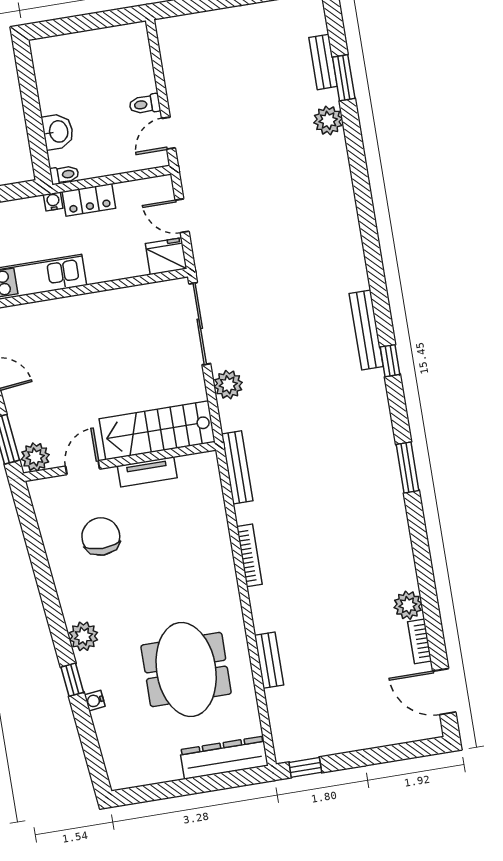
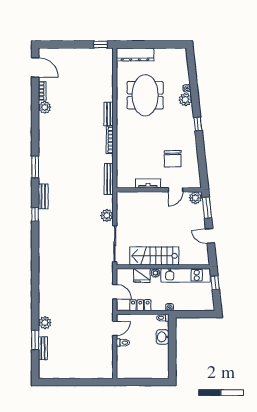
locker: (89, 200) -> (140, 305), moved
fridge: (166, 256) -> (142, 275), moved
plant: (97, 273) -> (155, 273), added
bench: (366, 330) -> (43, 196), moved, width x0.73
stairs: (157, 430) -> (154, 256), moved, turned 180
plant: (83, 636) -> (185, 100), moved
bench: (269, 660) -> (109, 114), moved
window: (72, 680) -> (198, 124), moved

